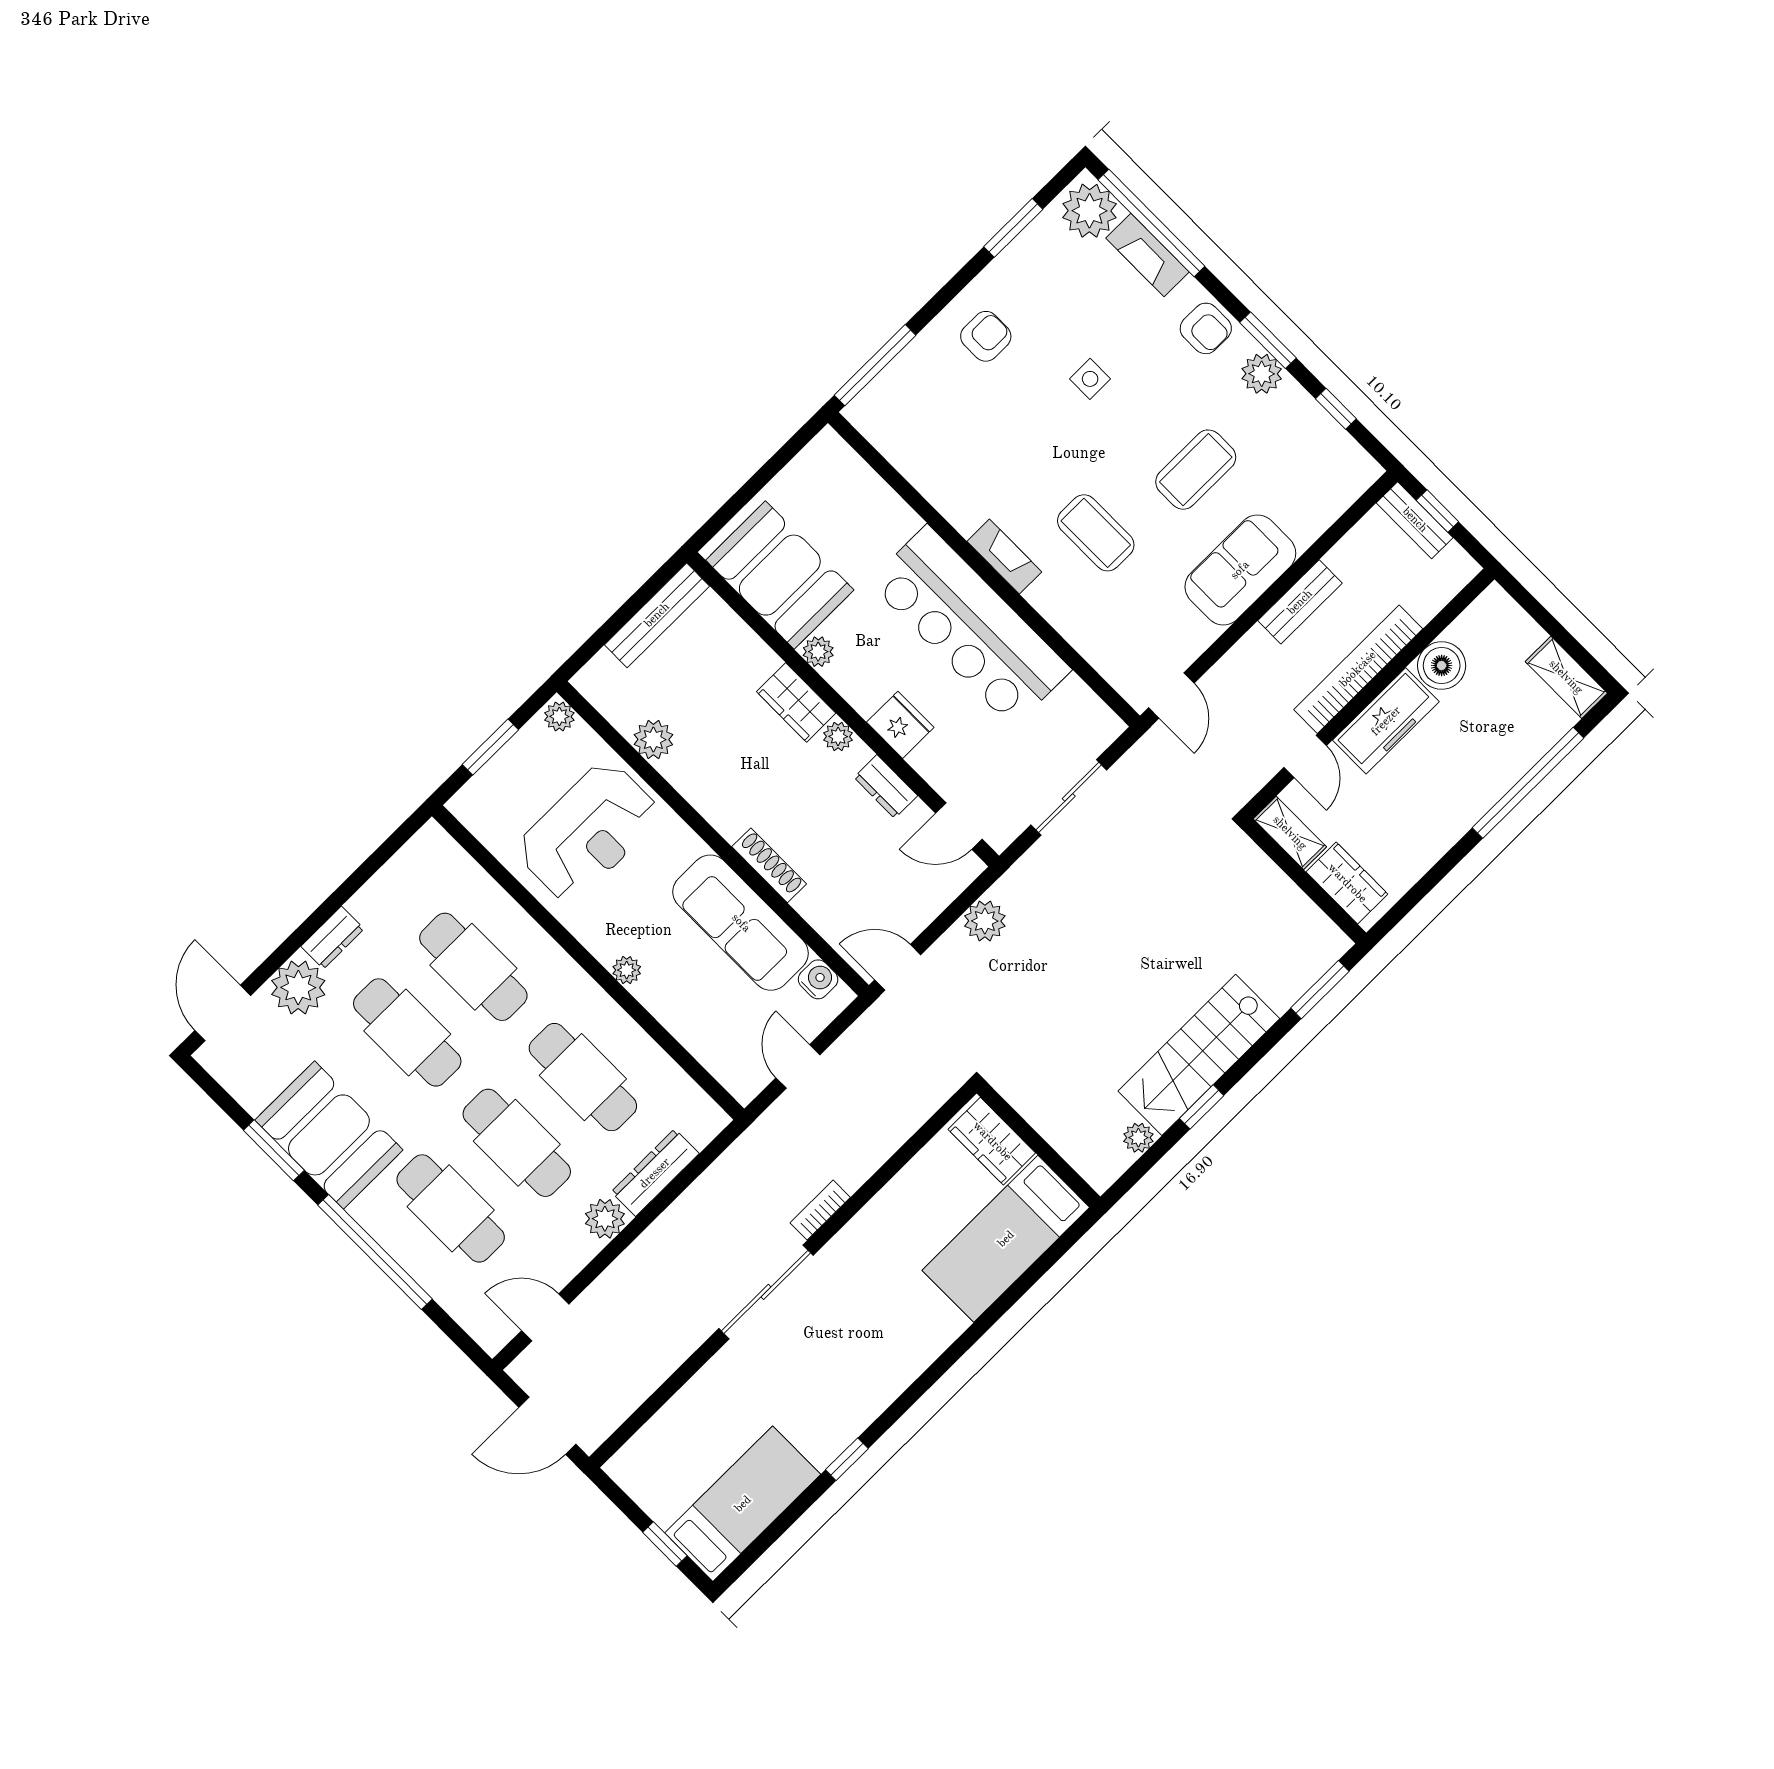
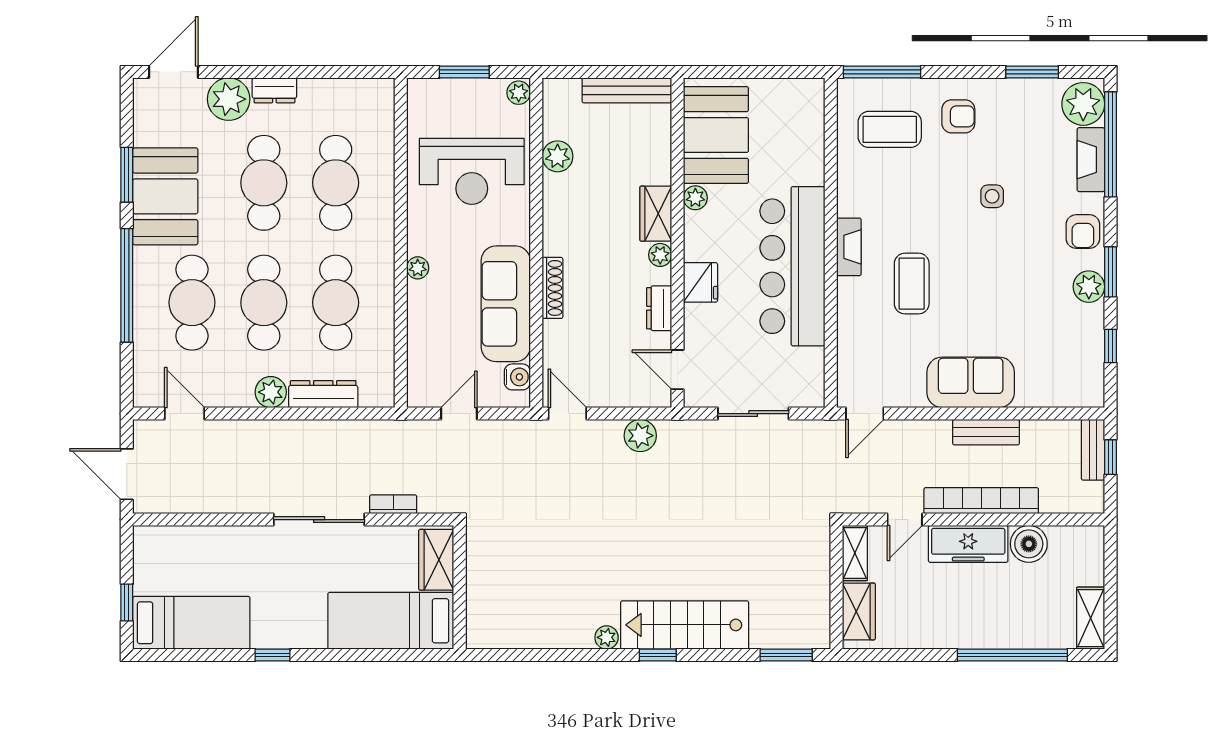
coffee table: (1196, 470) -> (890, 129), moved
wardrobe: (992, 1141) -> (436, 560), moved
wall: (1039, 1145) -> (460, 587), moved
bed: (1006, 1239) -> (391, 621), moved

